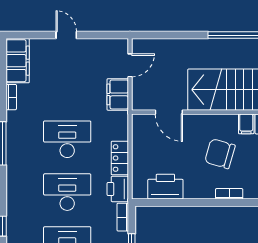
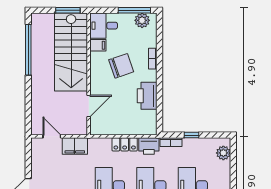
chair: (220, 154) -> (121, 66), turned -125
printer: (165, 187) -> (147, 96), moved

